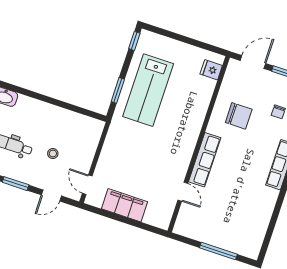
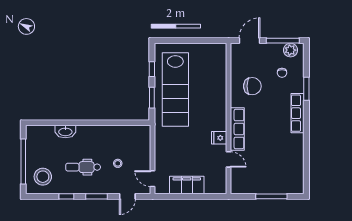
window: (134, 41) -> (152, 69), moved
fridge: (211, 70) -> (219, 138), moved
lab bench: (148, 90) -> (175, 90), width x1.36

